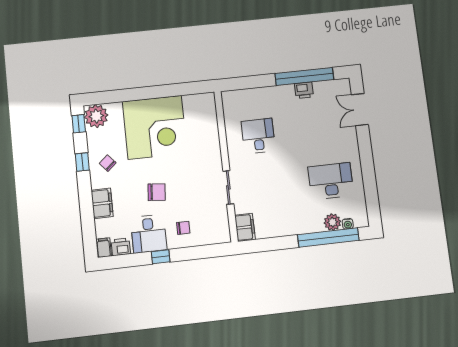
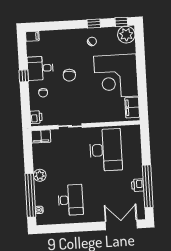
double door: (360, 110) -> (121, 225), width x1.37
desk: (258, 136) -> (106, 150), width x1.87, depth x1.30
filing cabinet: (102, 203) -> (132, 107), moved, turned 90
plant: (332, 222) -> (40, 175), moved
printer: (121, 247) -> (36, 117), moved

